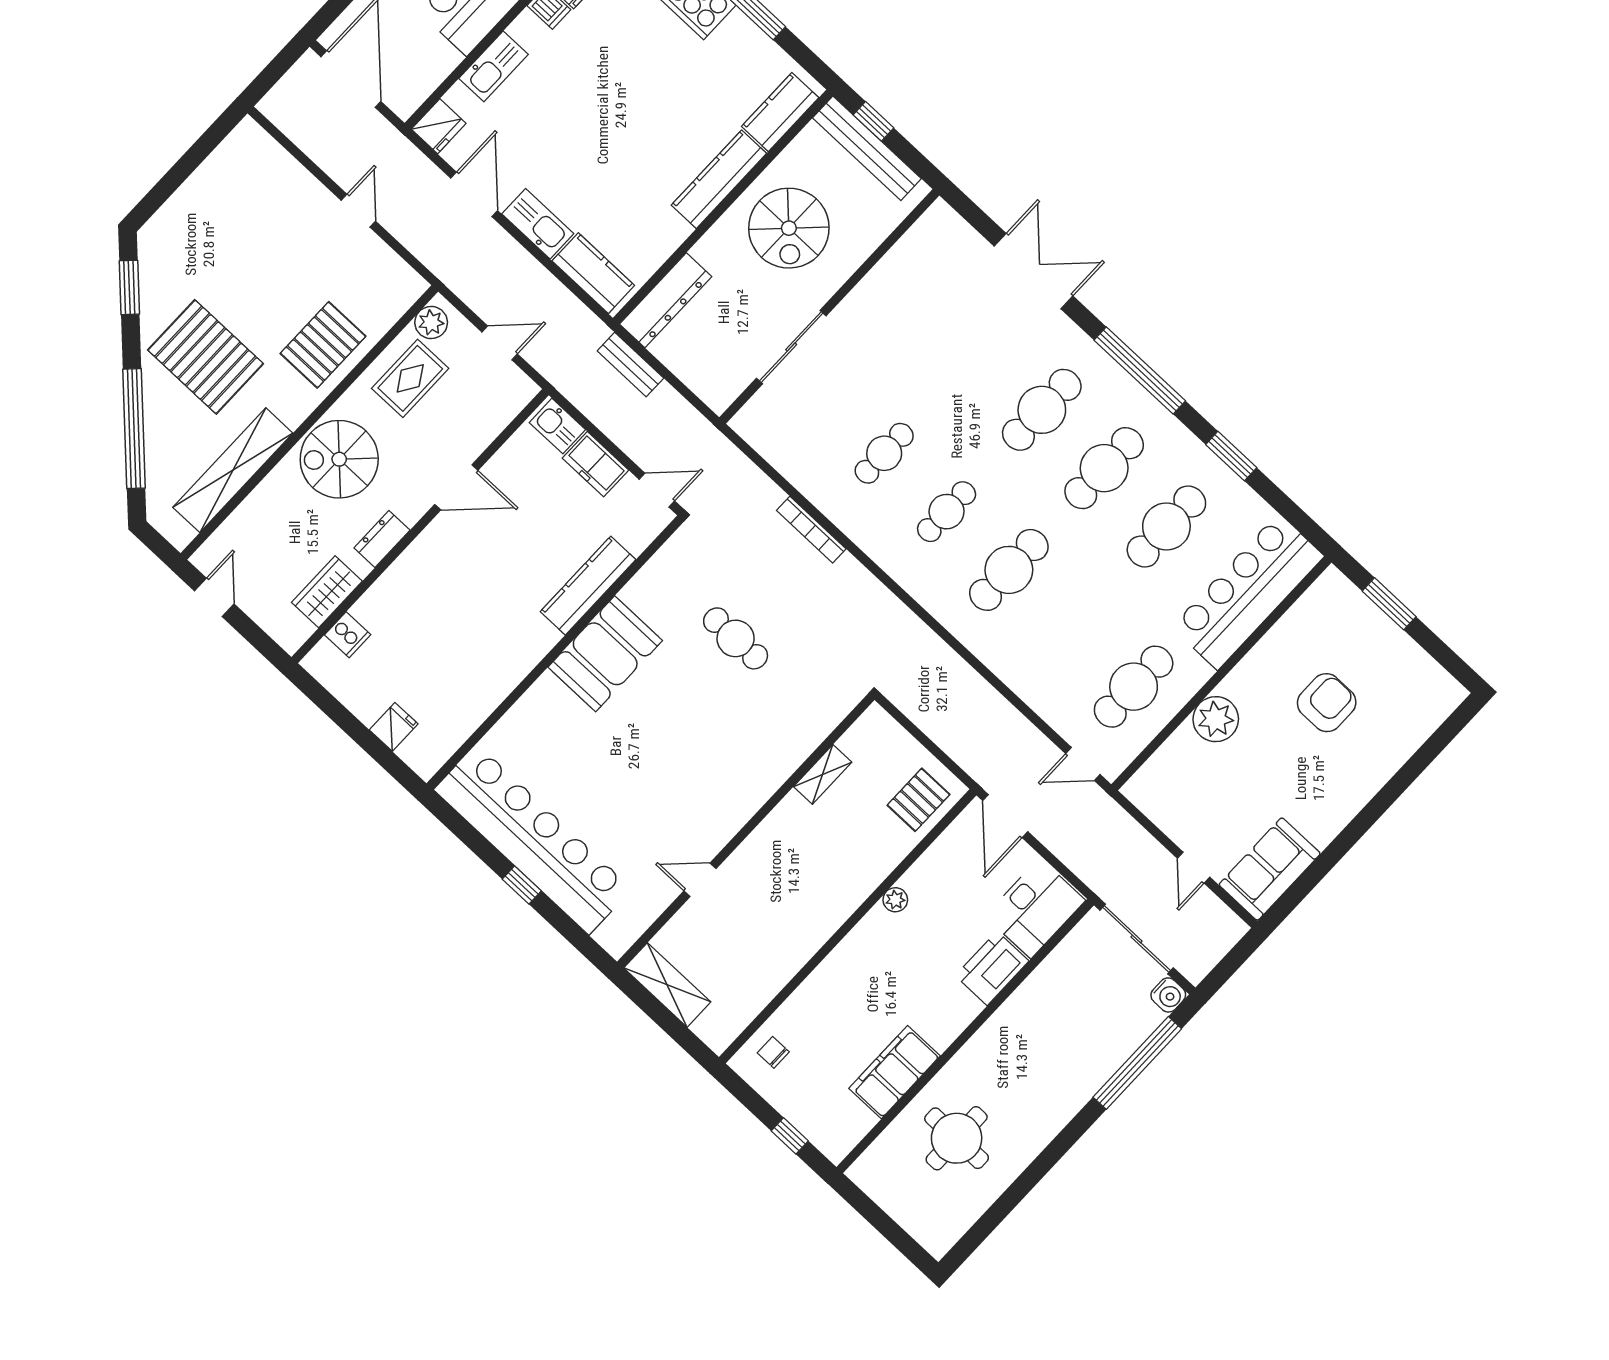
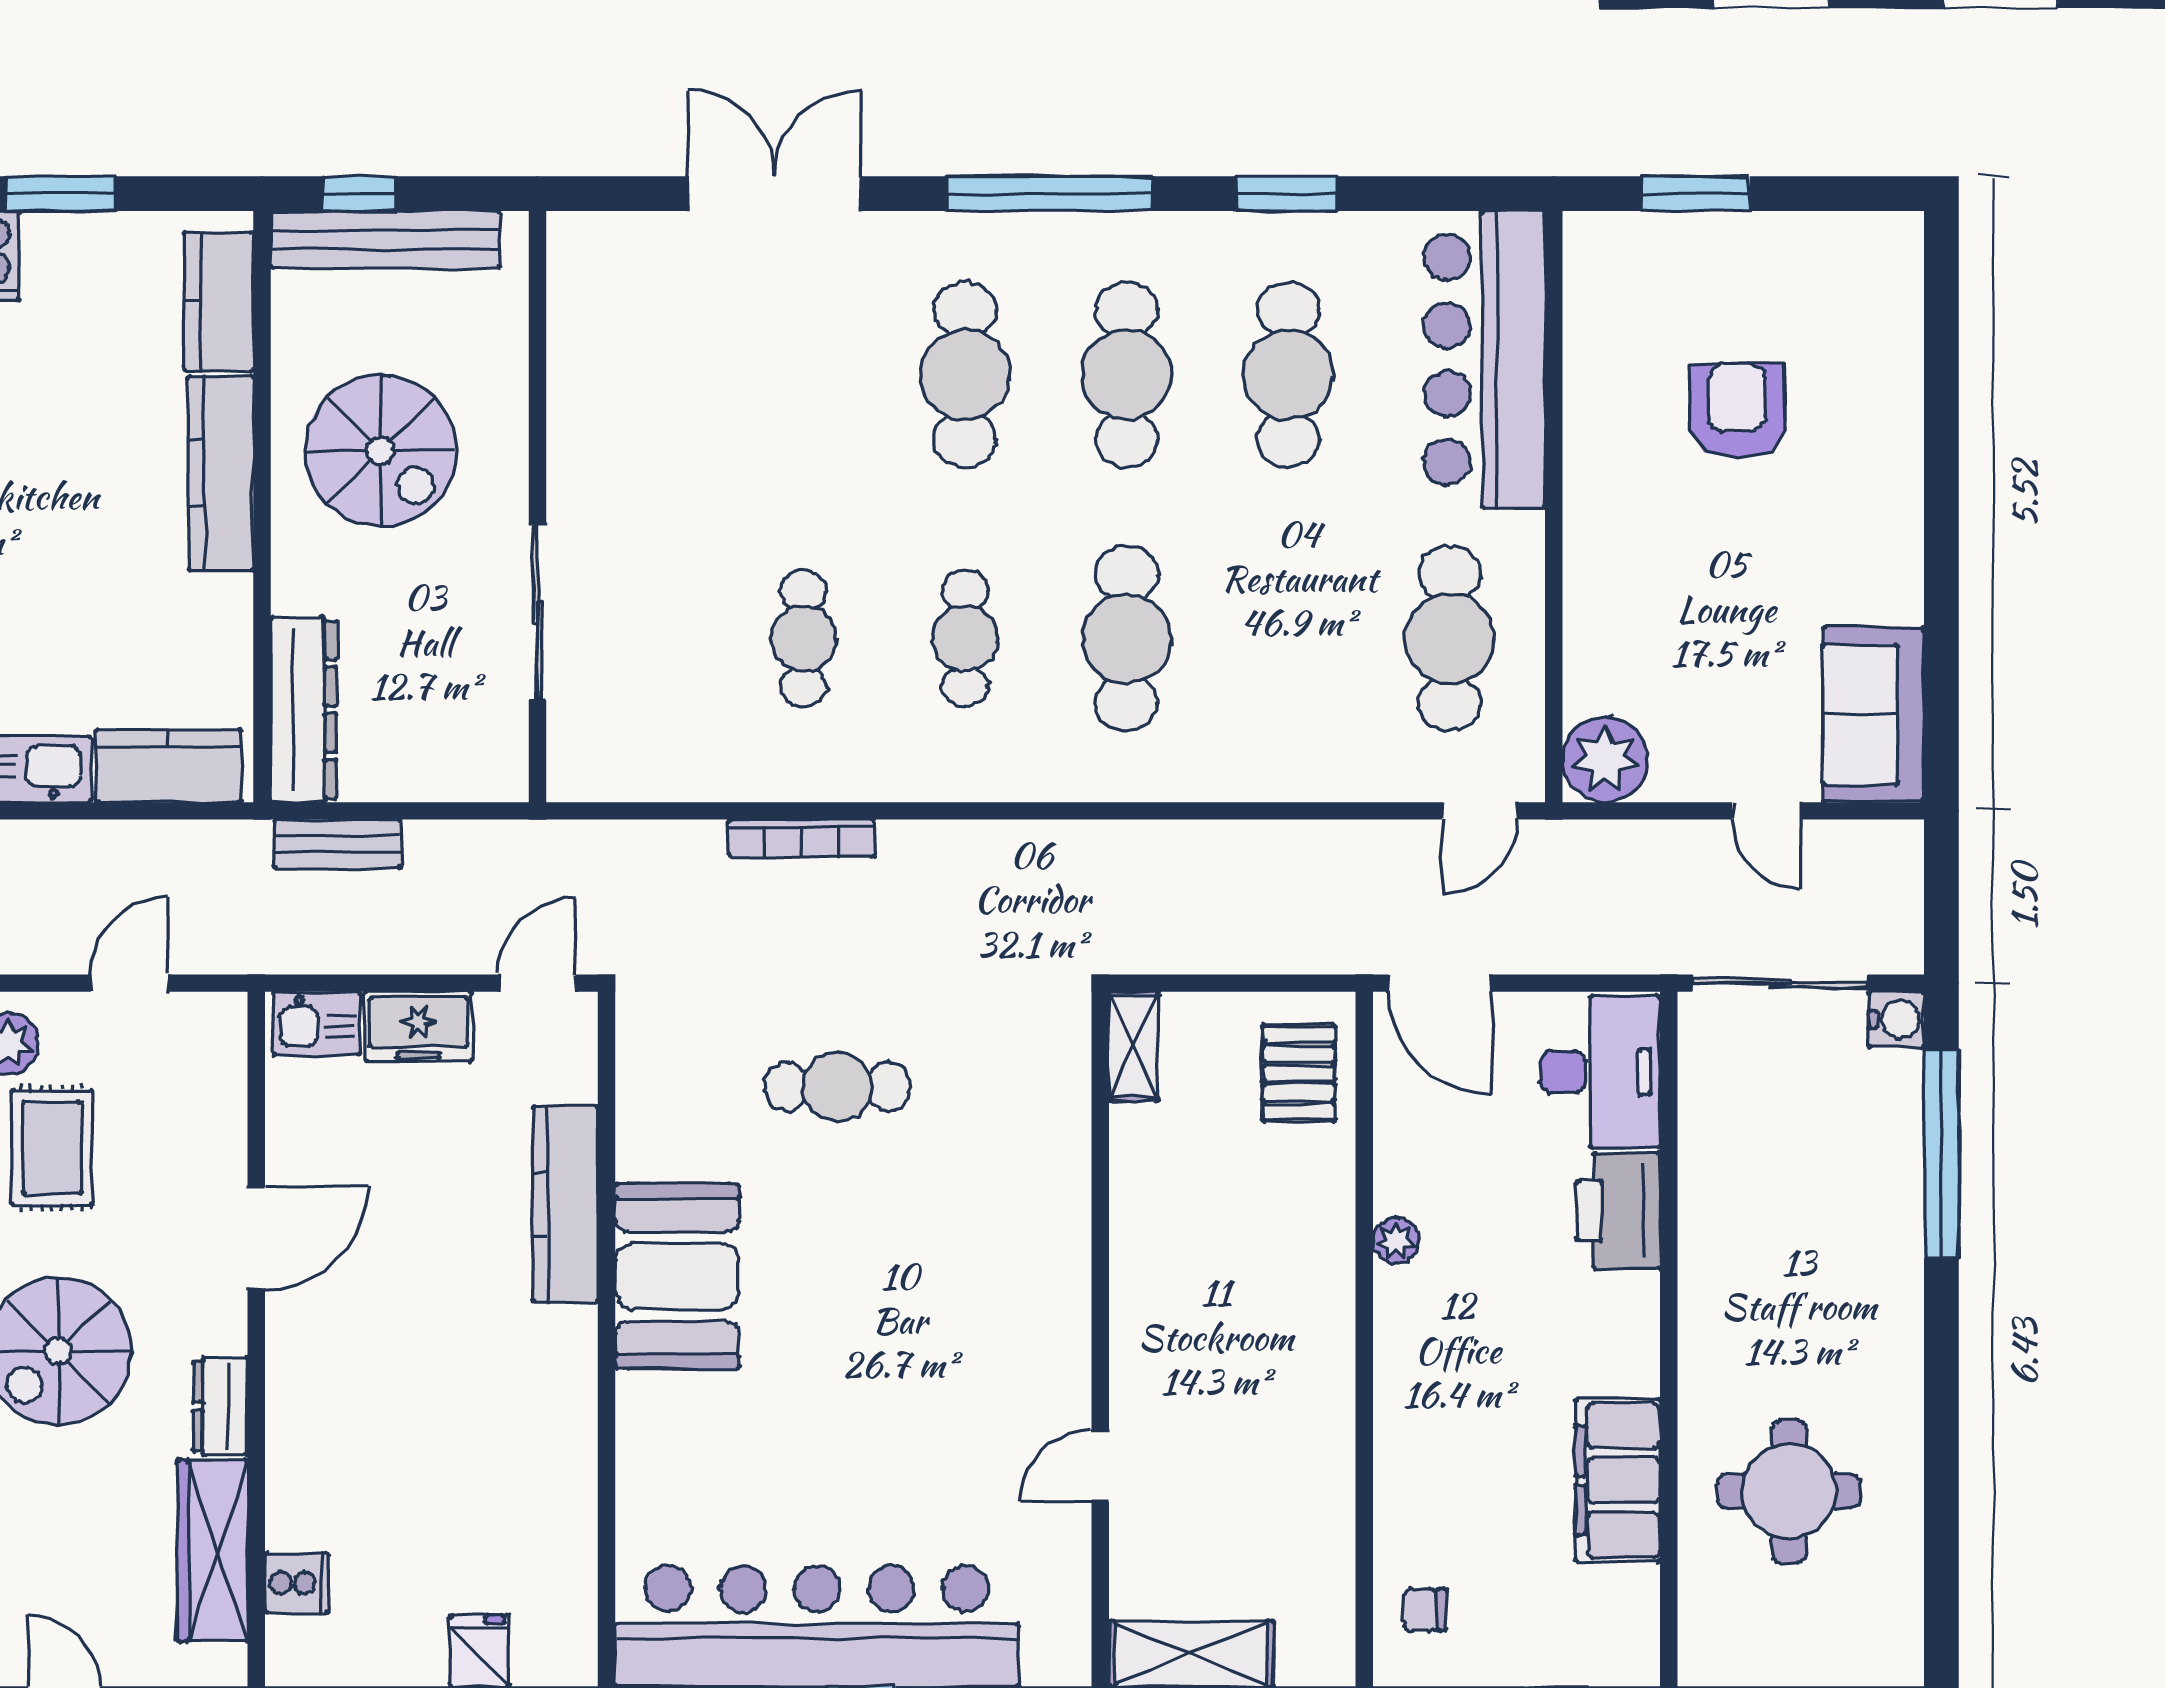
wardrobe: (327, 592) -> (212, 1550), width x1.50
plant: (1216, 719) -> (1605, 760), moved
shelving: (823, 774) -> (1133, 1046), moved

